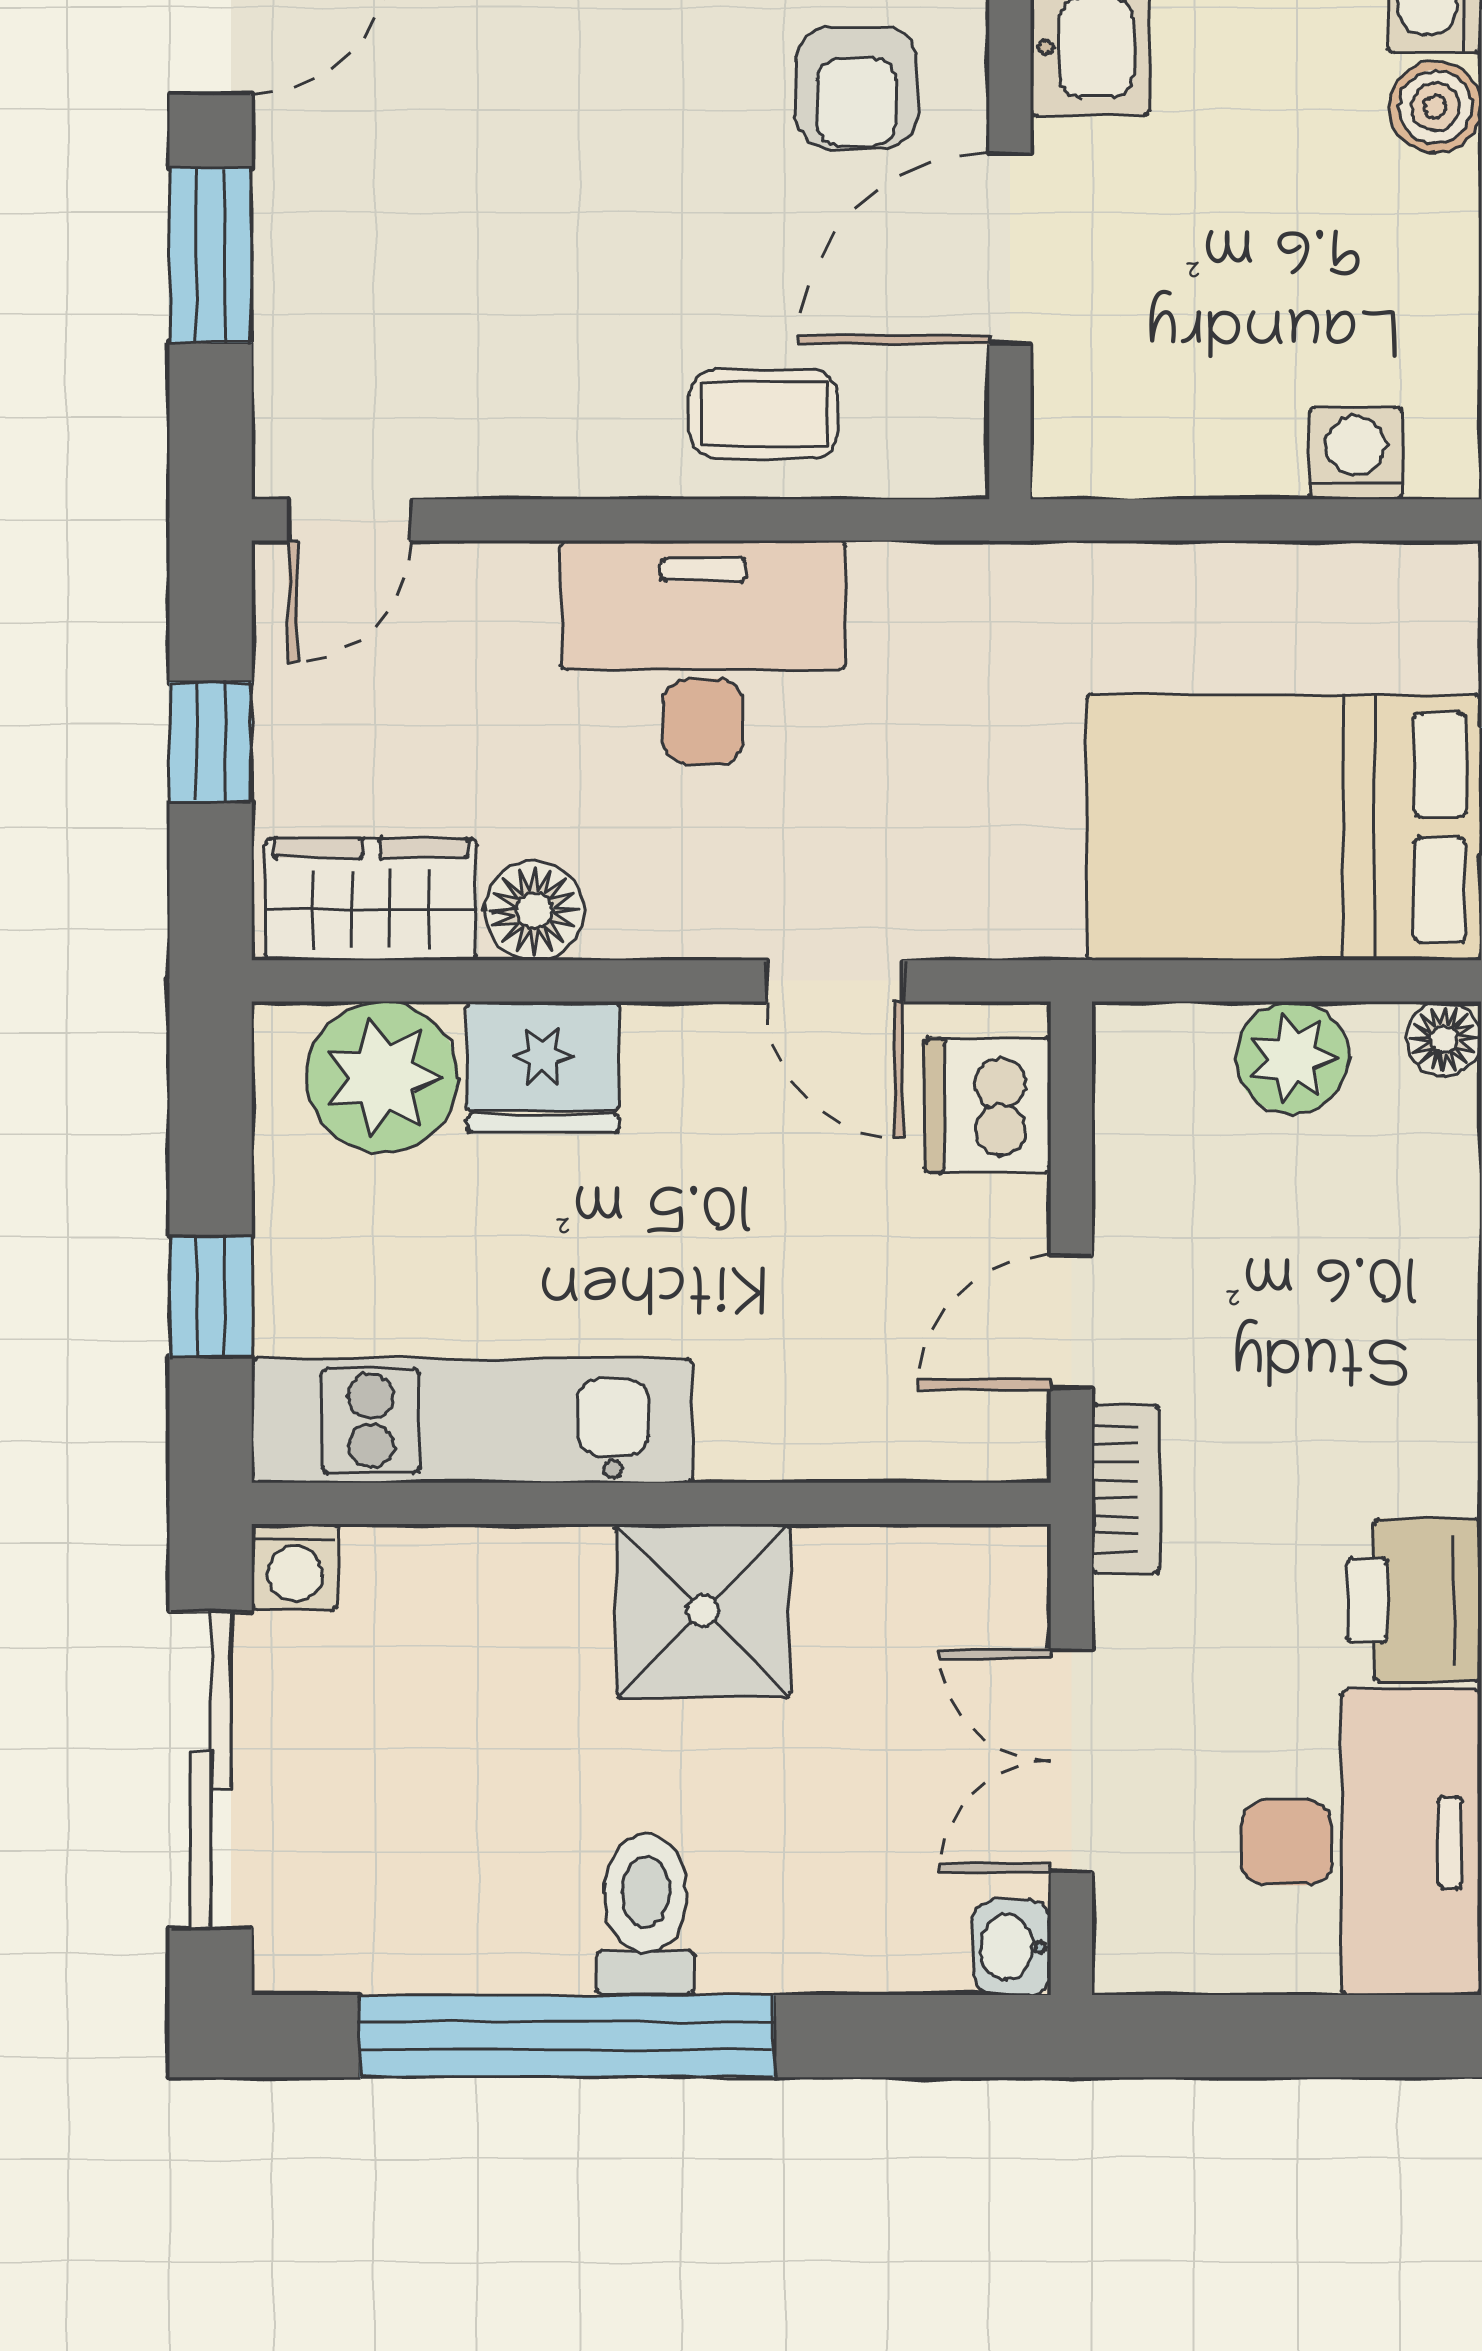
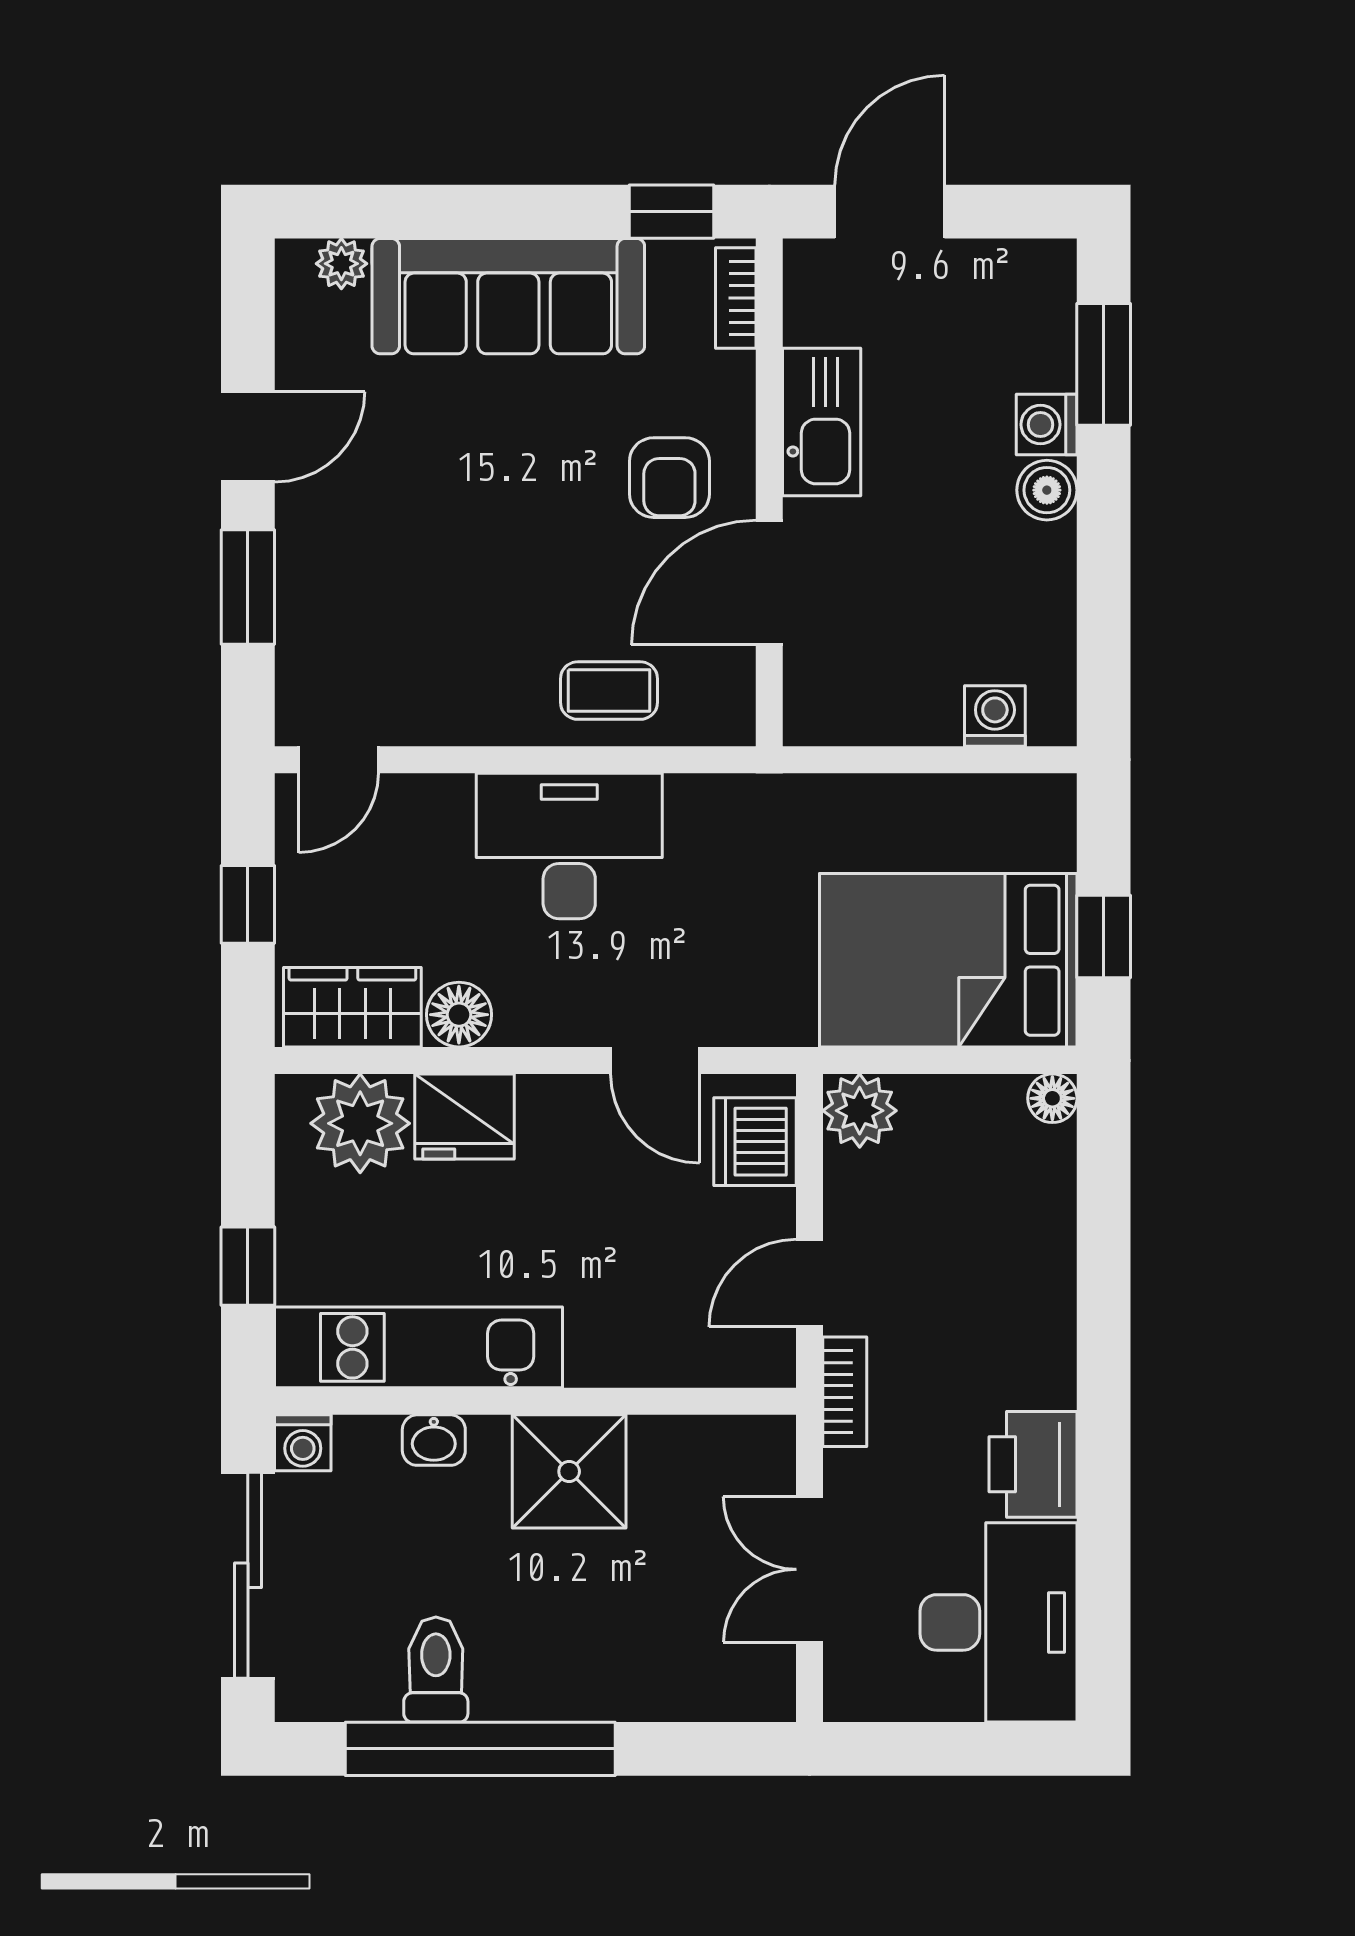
plant: (1292, 1058) -> (860, 1111), moved
toilet: (646, 1915) -> (436, 1670), moved
washbasin: (1012, 1947) -> (434, 1440), moved, turned -90

